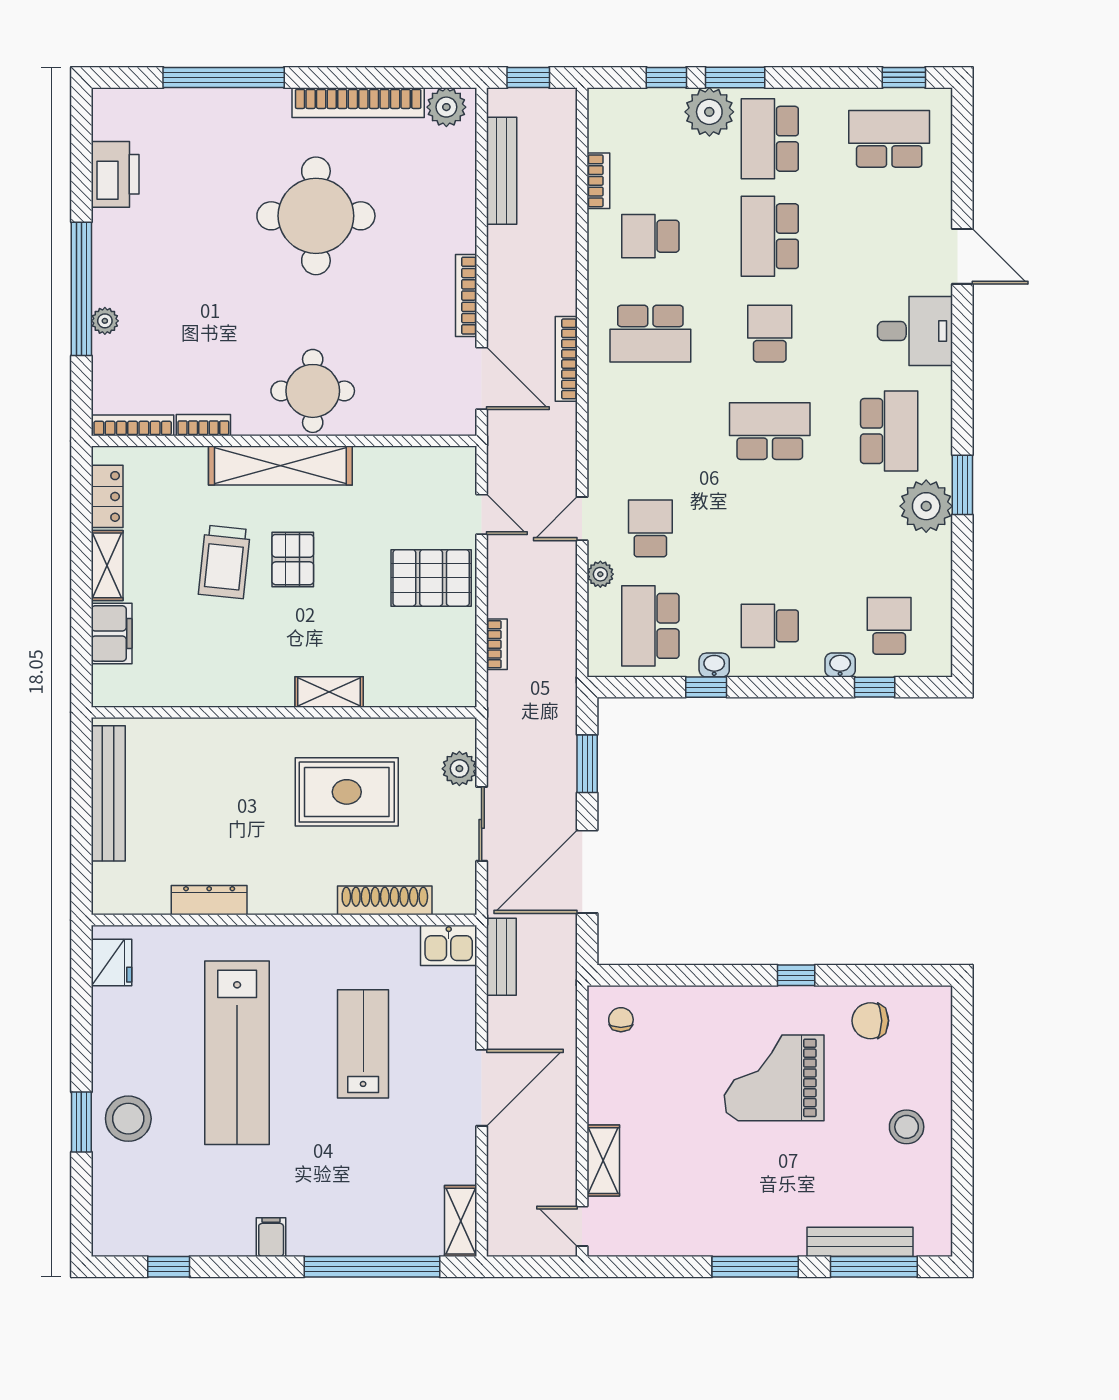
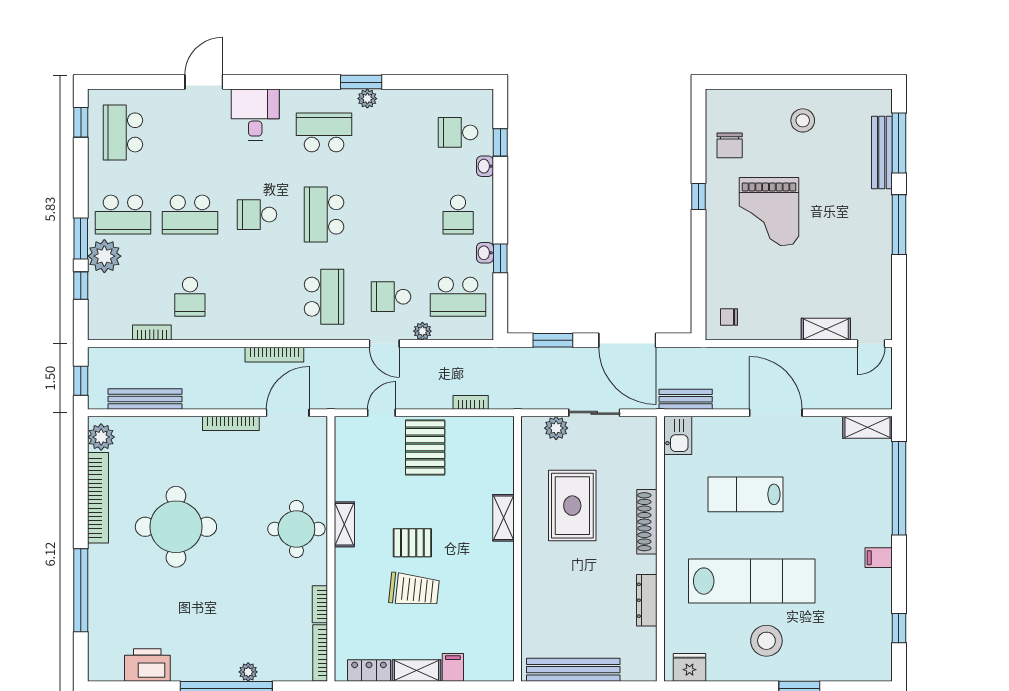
school desk: (650, 334) -> (324, 297), moved
shelving: (280, 466) -> (344, 524), width x0.45, depth x0.75
plant: (926, 506) -> (367, 99), width x0.53, depth x0.53
filing cabinet: (112, 633) -> (453, 667), width x0.50
shoe rack: (385, 900) -> (647, 522), moved
stool: (128, 1119) -> (766, 641), moved

